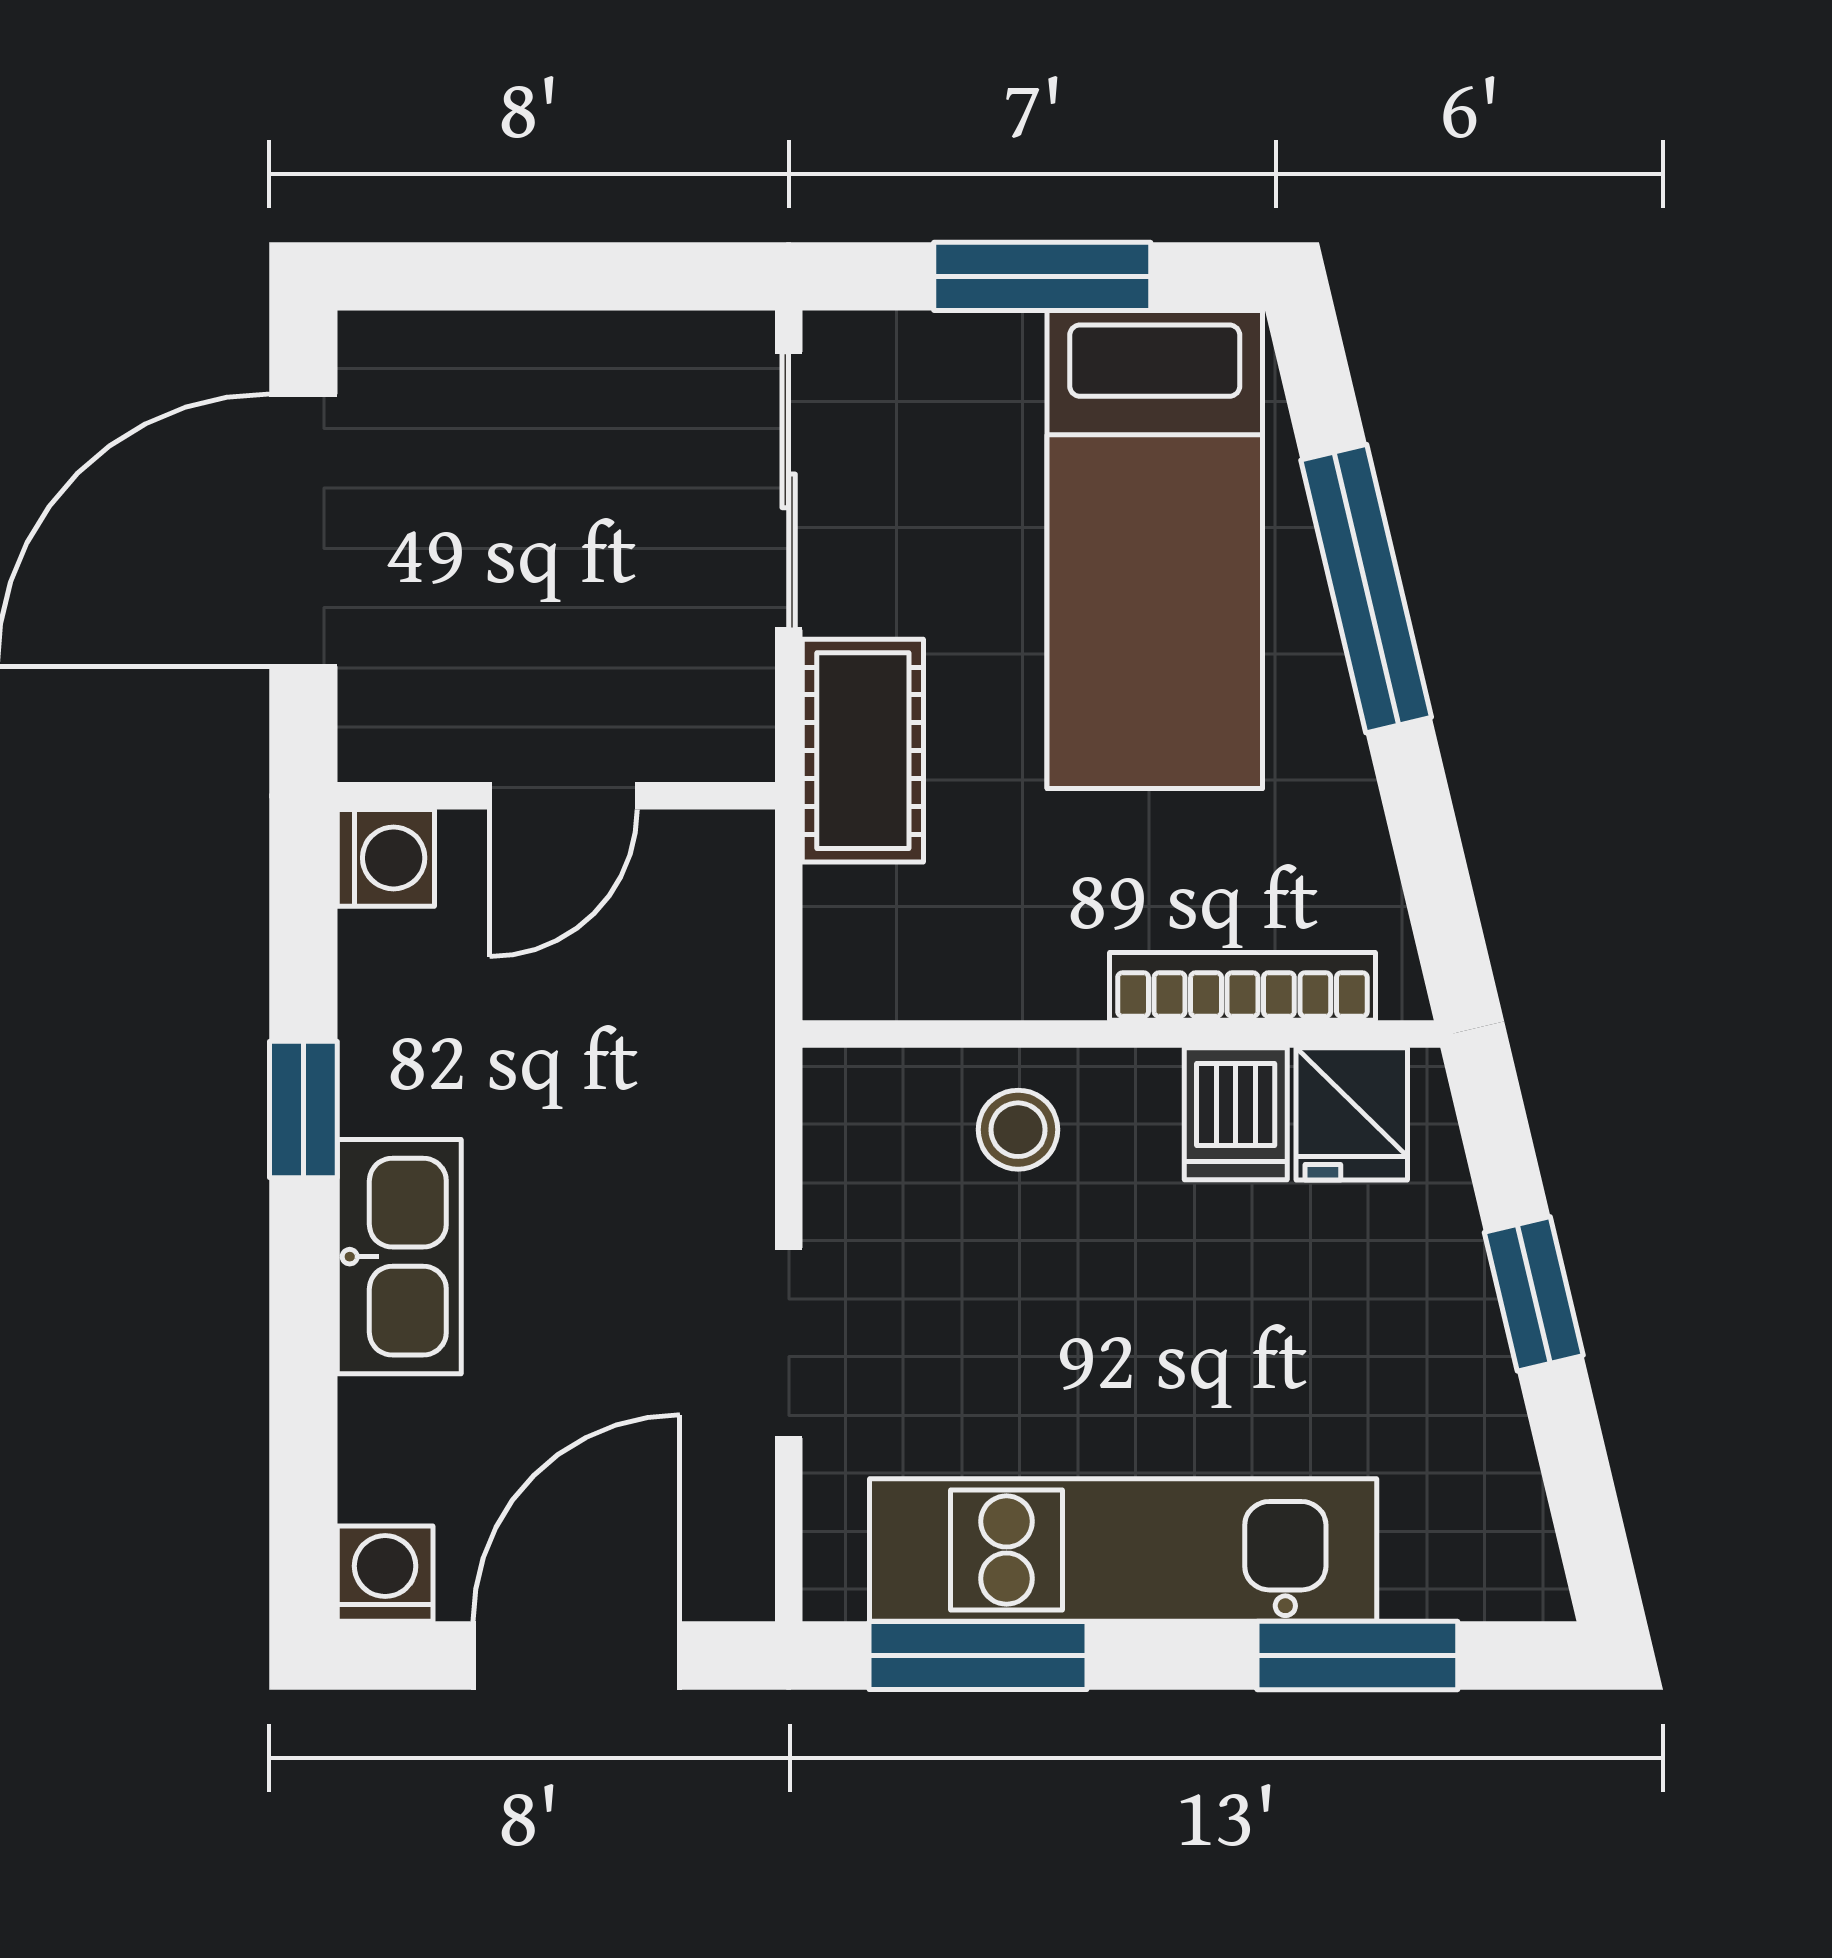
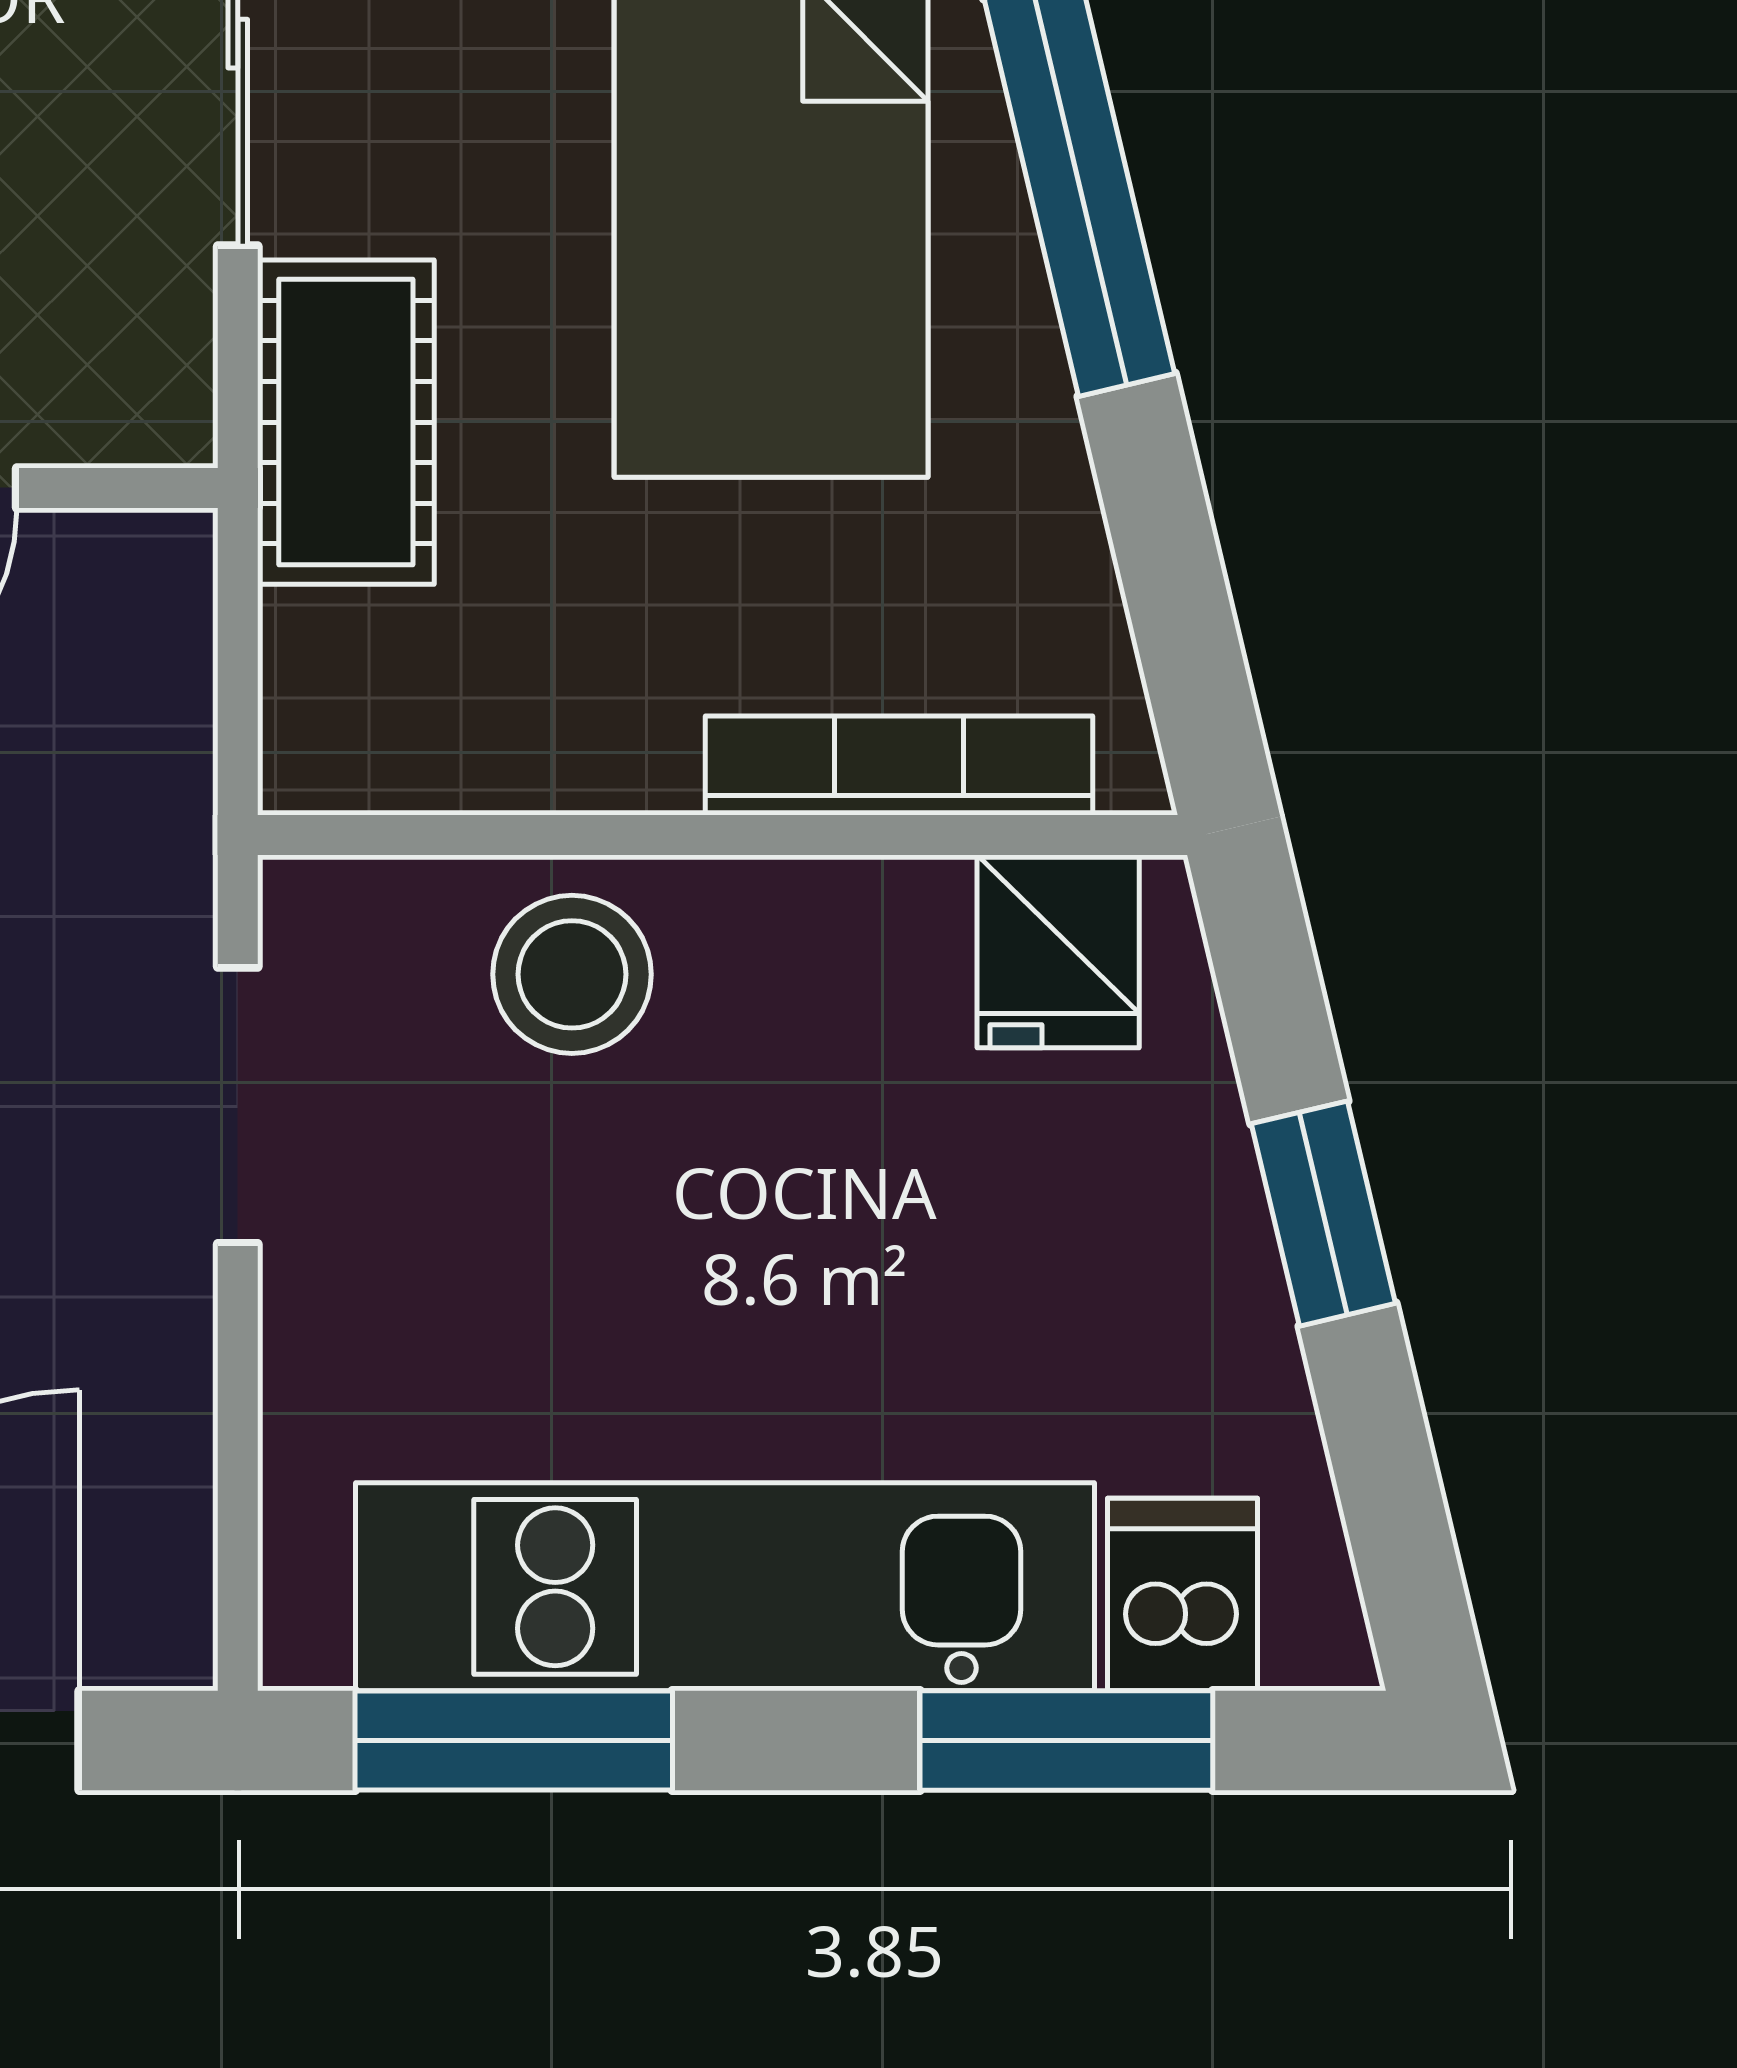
dishwasher: (1236, 1114) -> (1182, 1594), moved, turned 180
stool: (1018, 1130) -> (572, 974), width x1.37, depth x1.37
doorway: (789, 1343) -> (238, 1105), moved

